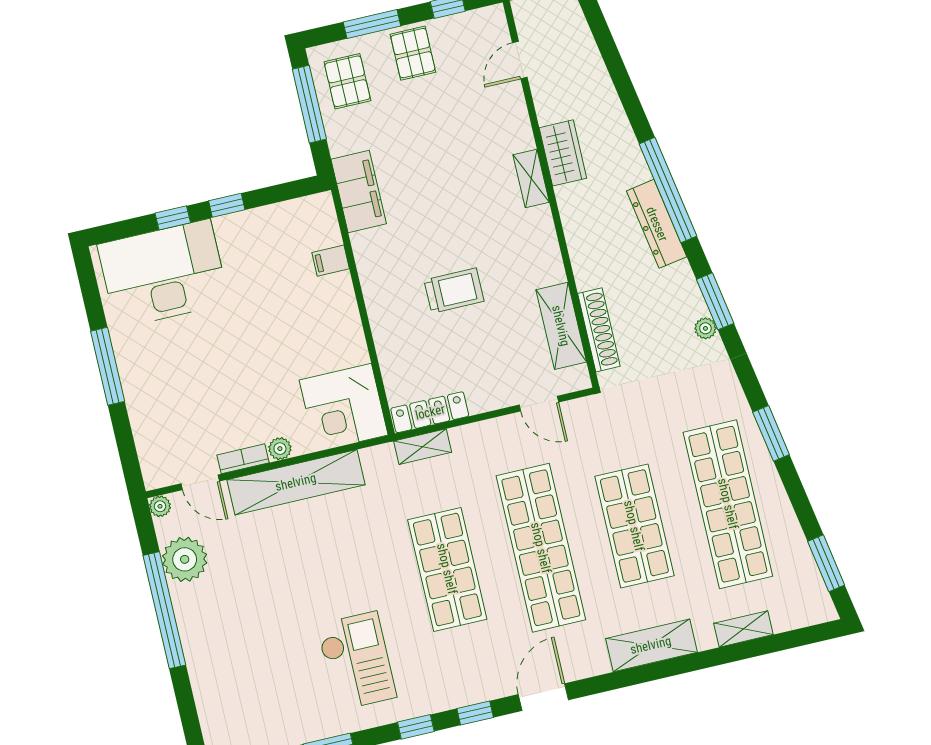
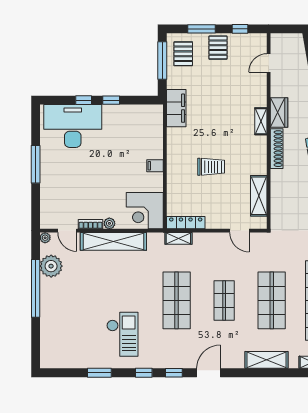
filing cabinet: (331, 261) -> (155, 166), moved
shoe rack: (599, 330) -> (277, 149), moved
shop shelf: (541, 548) -> (224, 300), width x0.50, depth x0.74

